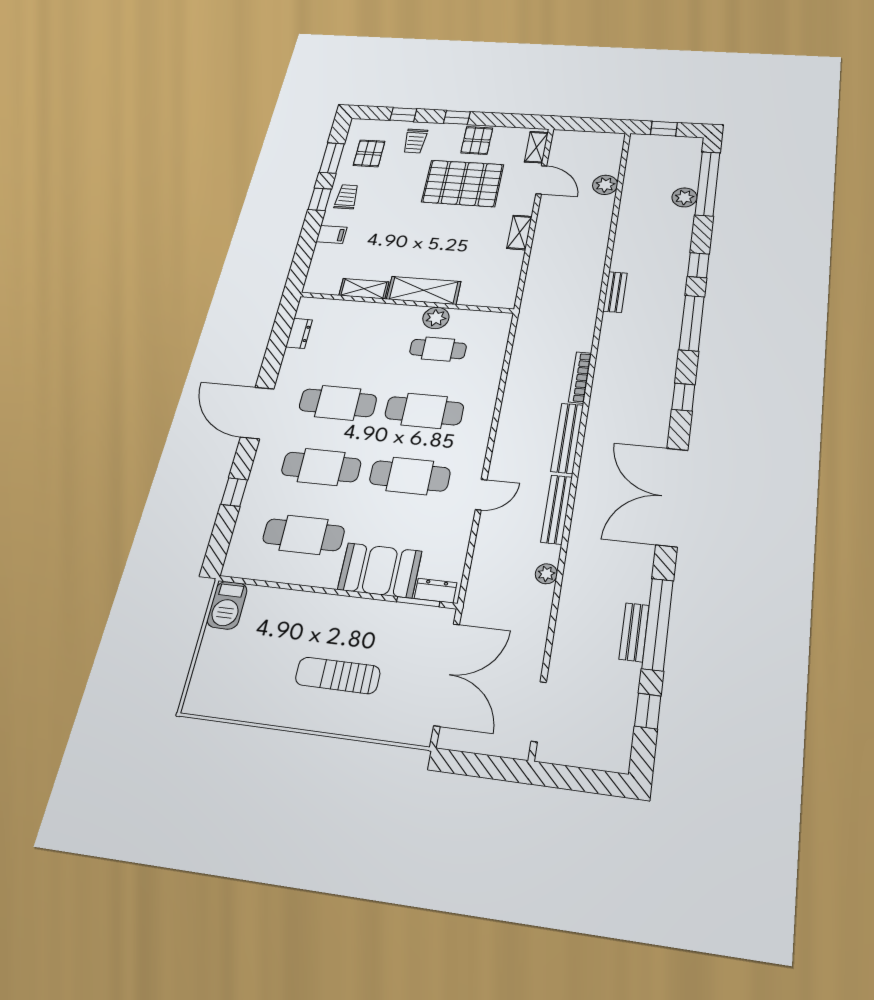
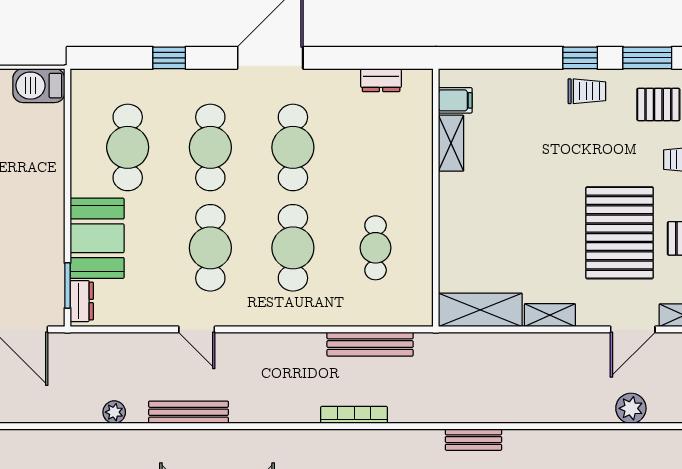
filing cabinet: (332, 234) -> (455, 100), moved, turned -90
shelving: (424, 290) -> (480, 310), moved, turned 90
plant: (436, 318) -> (418, 237), removed
bench: (567, 438) -> (370, 344), moved

